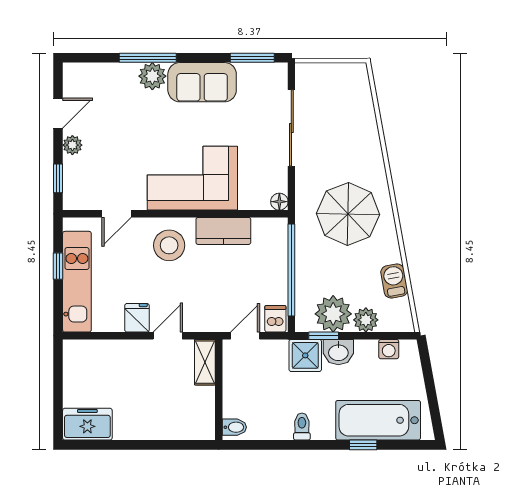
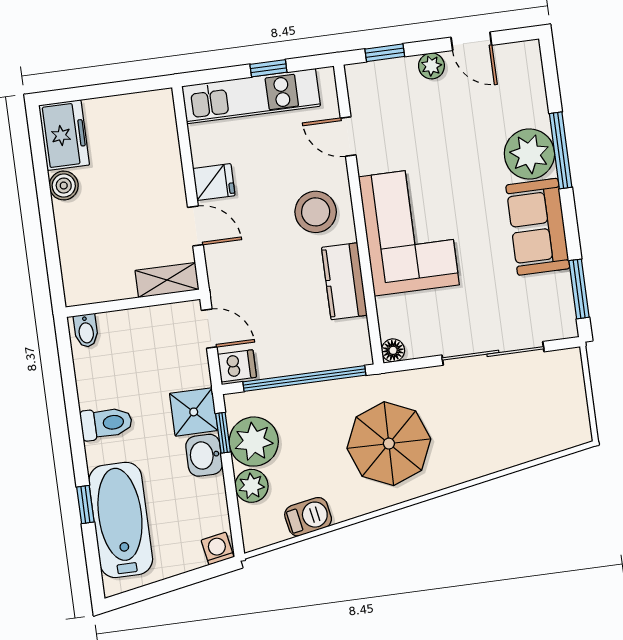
plant: (152, 76) -> (529, 154), width x1.36, depth x1.36
washing machine: (389, 349) -> (218, 549), moved, turned 80
toilet: (302, 427) -> (106, 423), width x1.37, depth x1.39
boiler: (125, 429) -> (64, 186), added

